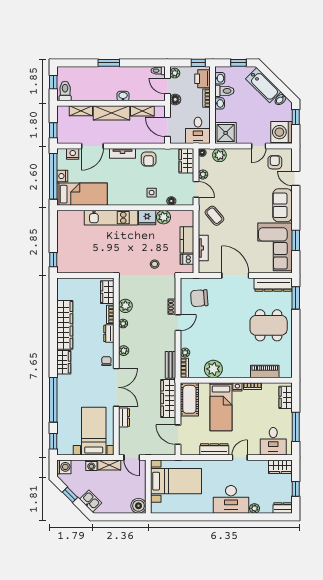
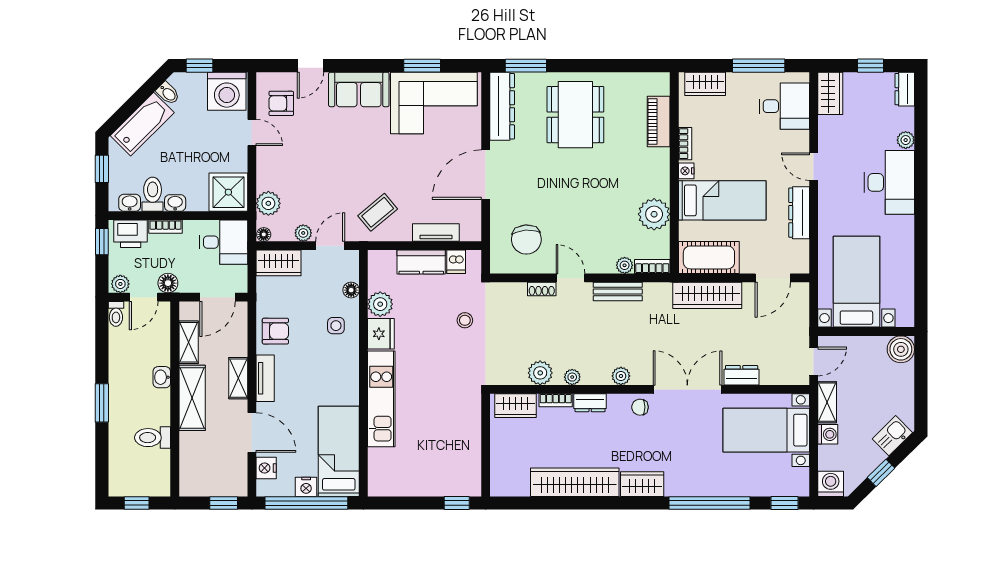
toilet: (65, 91) -> (153, 438), moved
shelving: (81, 111) -> (238, 378), moved
bench: (171, 365) -> (618, 291), moved

